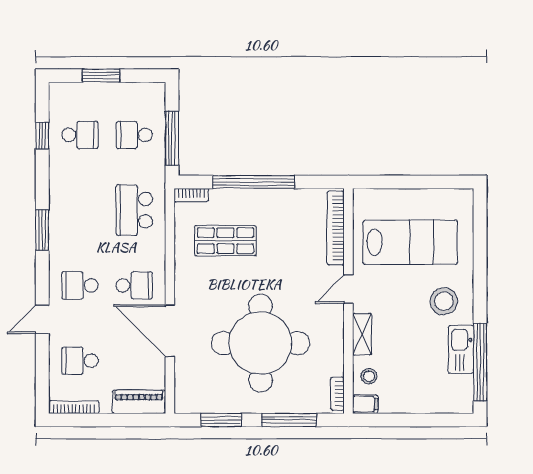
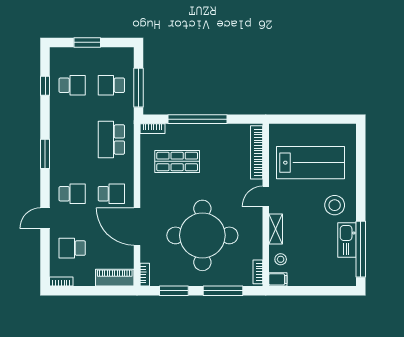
school desk: (80, 285) -> (72, 194), turned 180
bookcase: (180, 398) -> (145, 275), added
bookcase: (74, 407) -> (61, 282), width x0.64

